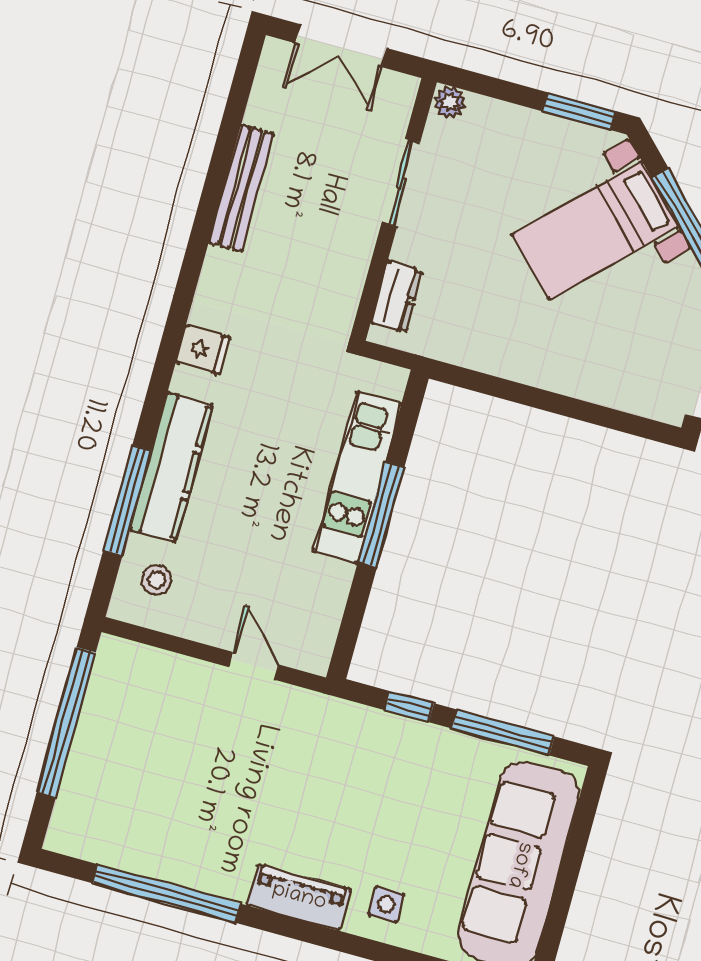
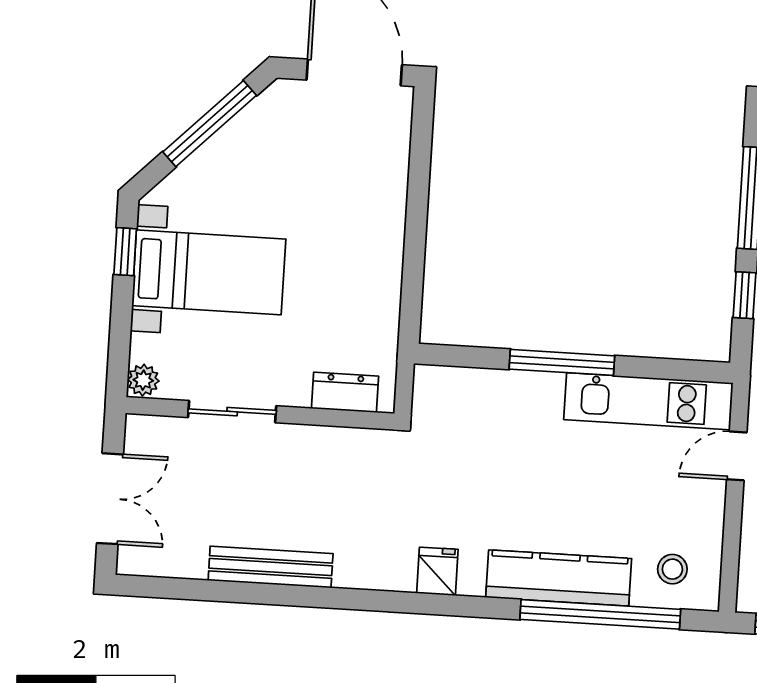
window: (579, 111) -> (125, 252), width x0.67
bed with nightstands: (595, 230) -> (209, 272), moved, turned -45
kitchen unit: (357, 477) -> (648, 401), moved
window: (127, 500) -> (600, 614), width x1.46

